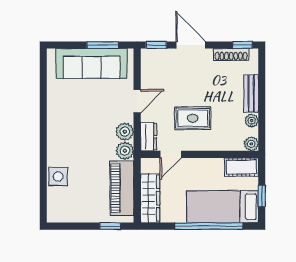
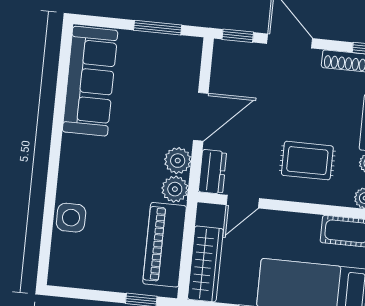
sofa: (91, 64) -> (90, 81), moved, turned -90
door: (137, 101) -> (201, 117), width x1.38
rug: (193, 118) -> (307, 161), moved

